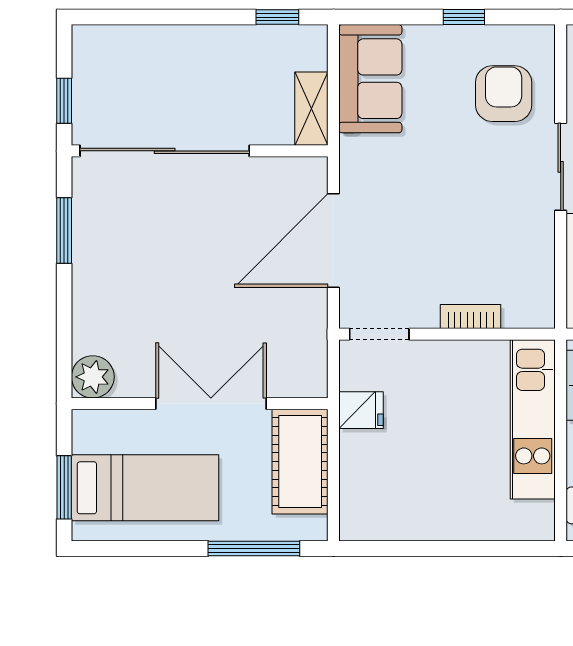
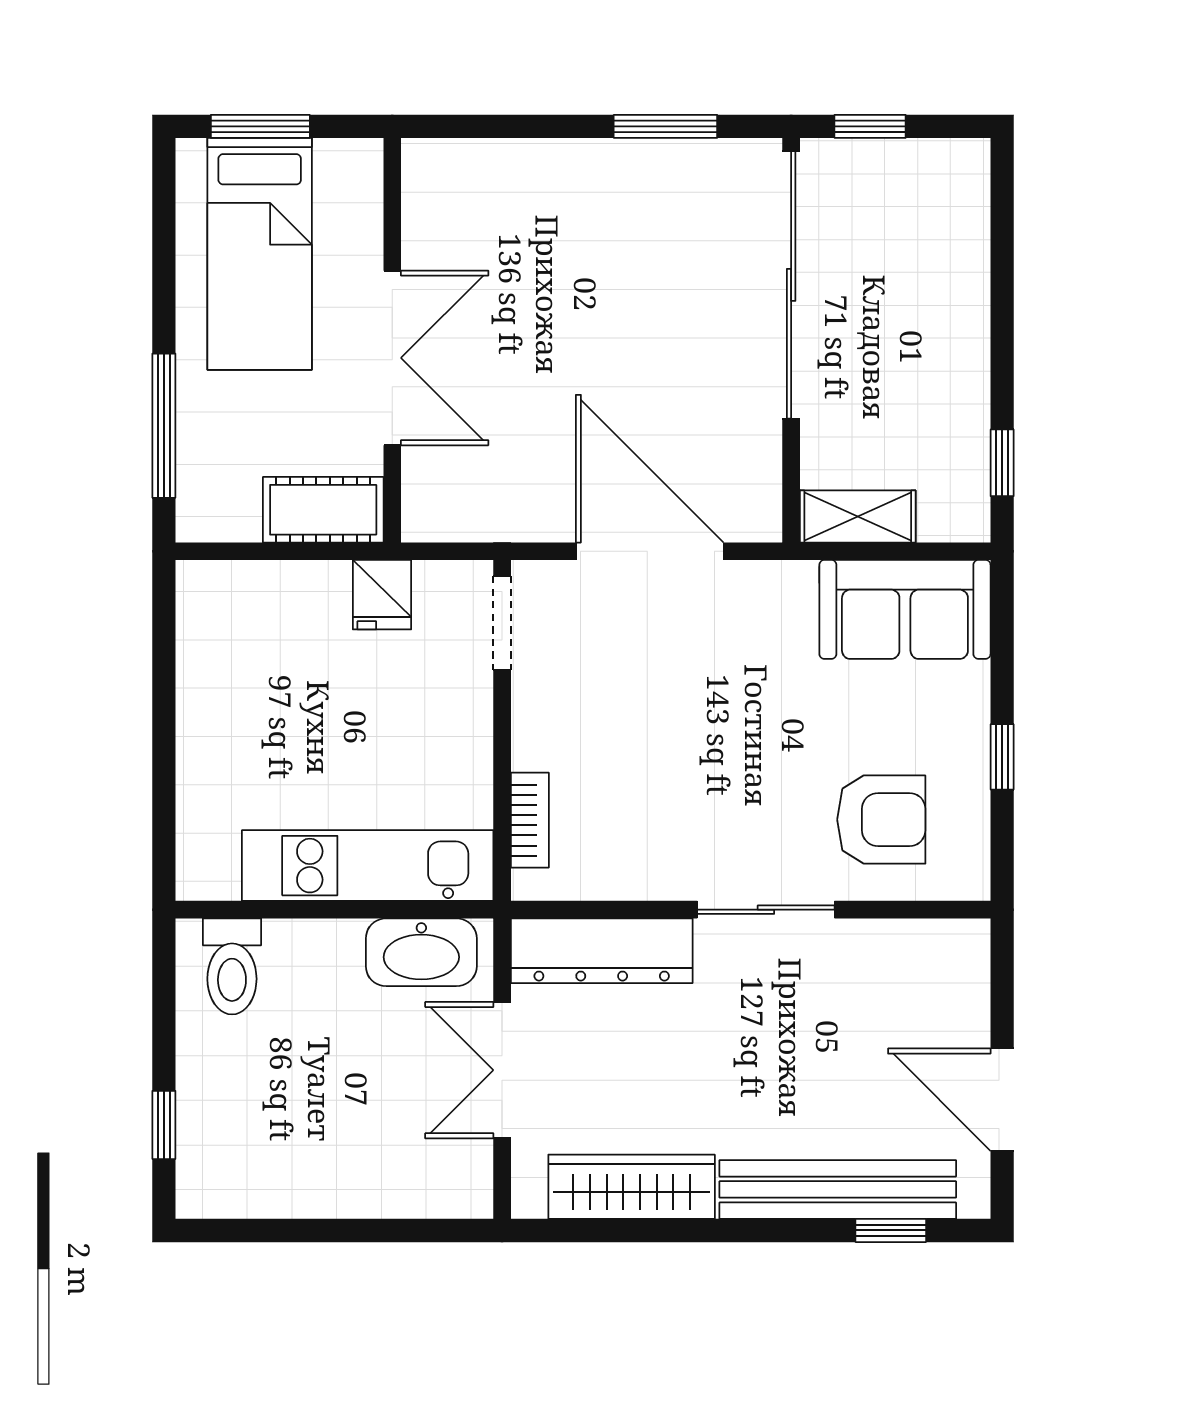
bookcase: (471, 317) -> (530, 820), moved
plant: (93, 377) -> (435, 172), removed
cot: (300, 462) -> (323, 510), width x0.73, depth x0.75

